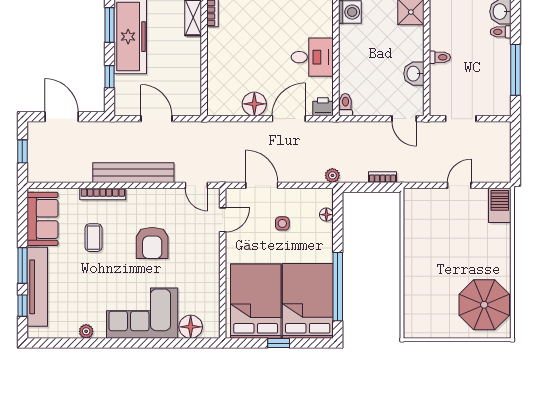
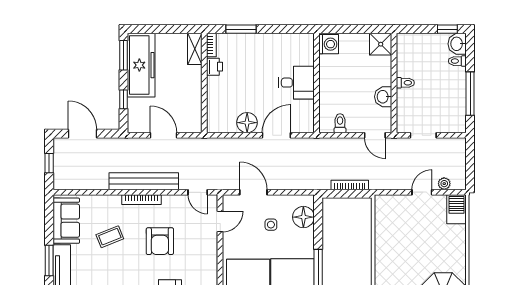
toilet: (345, 105) -> (340, 123), moved
printer: (323, 107) -> (214, 67), moved, turned 90
plant: (332, 175) -> (444, 184), moved
bookcase: (383, 177) -> (350, 185), width x1.56
bookcase: (103, 194) -> (141, 200), moved
floor lamp: (326, 215) -> (303, 217), width x1.89, depth x1.89
coffee table: (94, 238) -> (110, 237), turned 68

